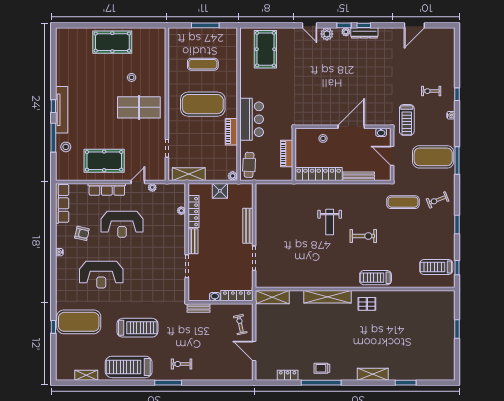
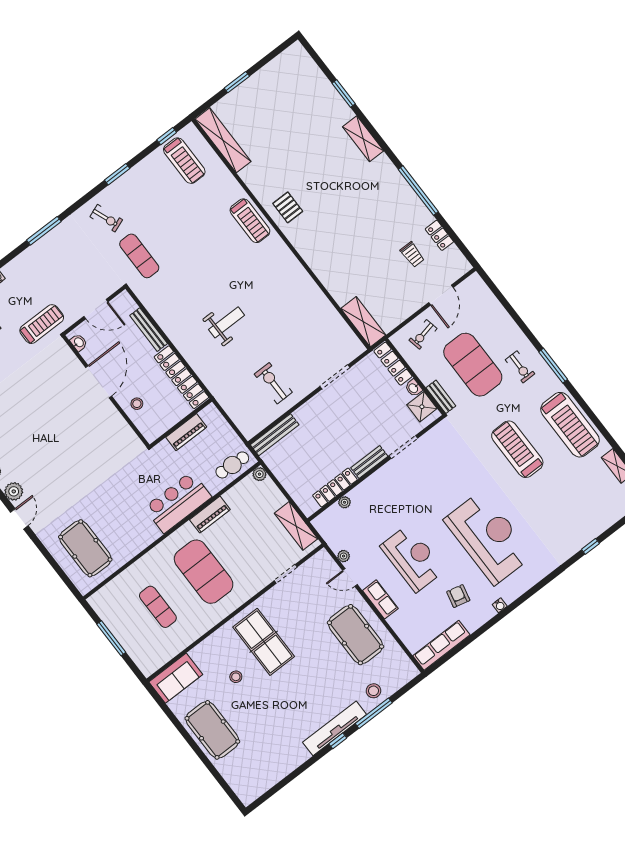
sofa: (156, 44) -> (176, 678), added
pool table: (265, 49) -> (85, 548), turned 90
door: (351, 127) -> (99, 382), swing flipped
door: (392, 156) -> (96, 309), hinge flipped
exercise mat: (433, 157) -> (61, 261), removed
row of seats: (107, 189) -> (380, 599), width x0.68
shower: (220, 191) -> (422, 407), moved
bench: (248, 226) -> (275, 435), moved
exercise bike: (363, 236) -> (273, 383), moved
reception desk: (101, 275) -> (488, 538), width x1.36, depth x1.30
shelving: (328, 297) -> (223, 140), moved
exercise mat: (79, 322) -> (473, 365), moved
trolley: (322, 368) -> (412, 254), moved

